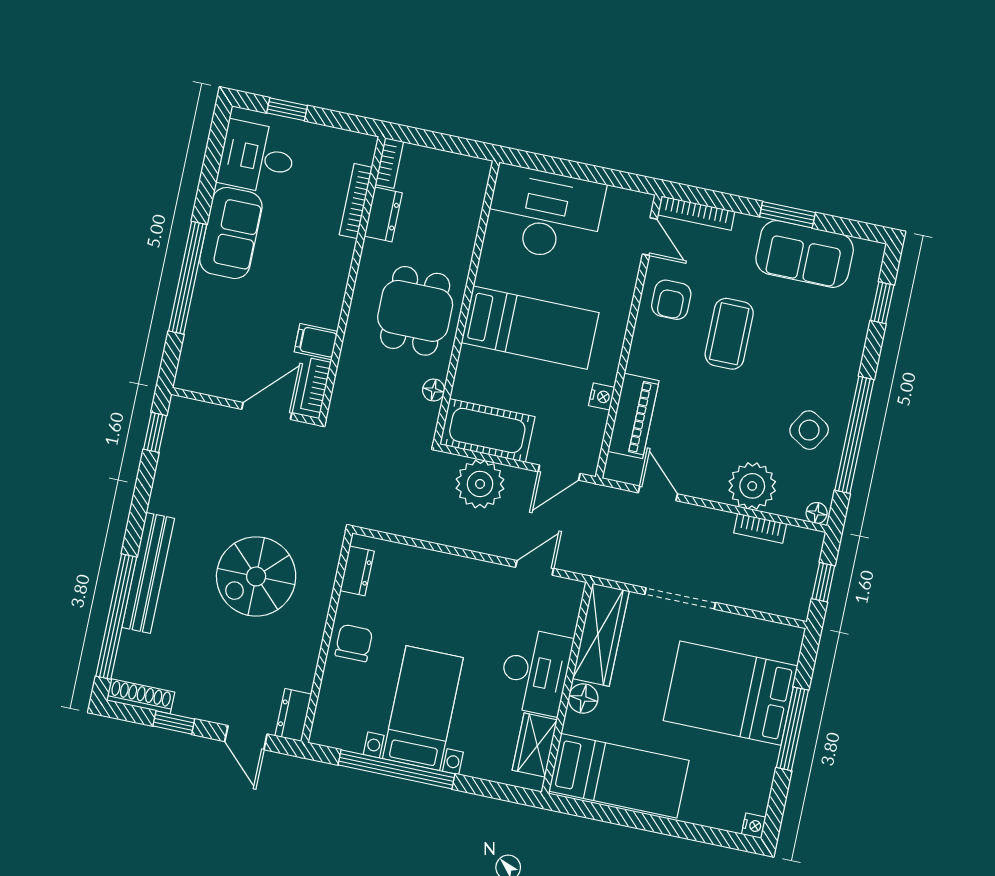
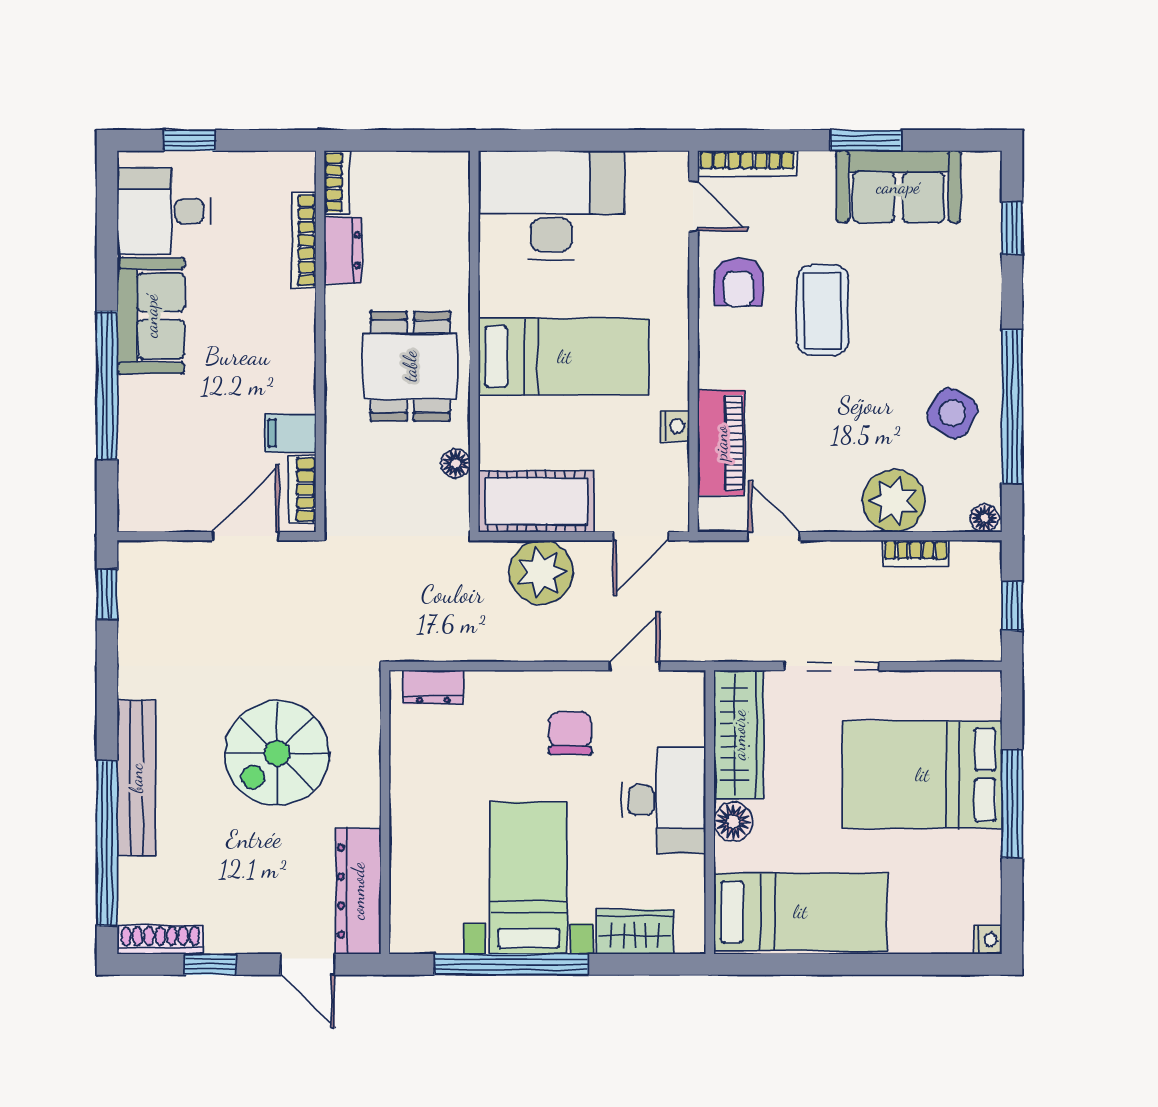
dresser: (357, 571) -> (433, 687), moved, turned 90
chair: (354, 643) -> (570, 733), moved
dresser: (293, 715) -> (358, 891), width x1.96, depth x1.24
wardrobe: (535, 745) -> (635, 932), moved, turned 90

